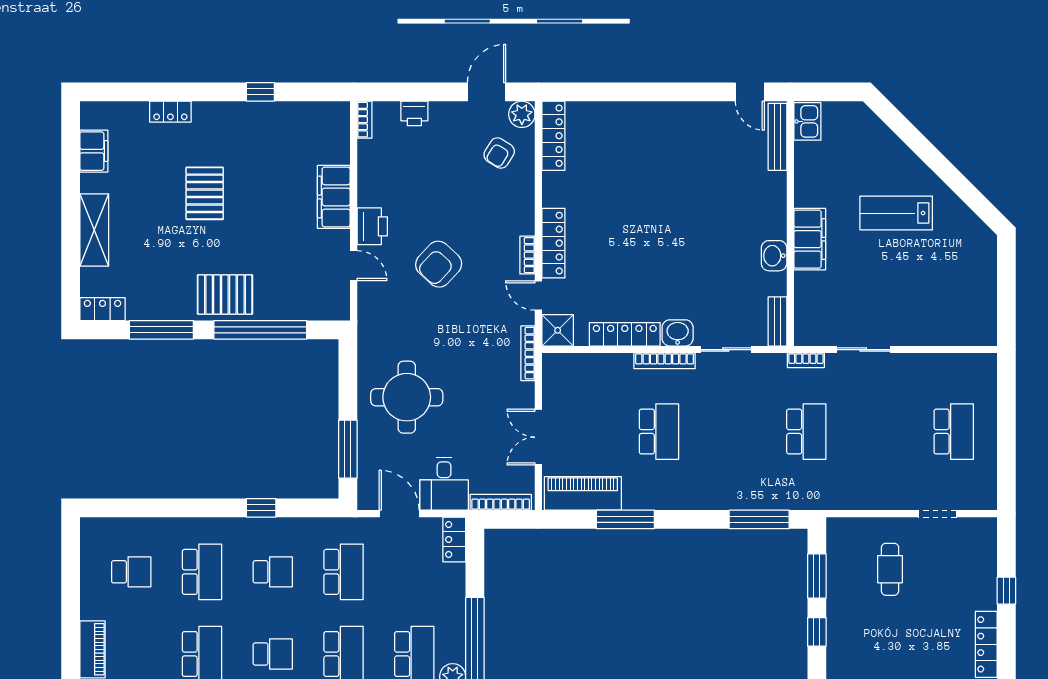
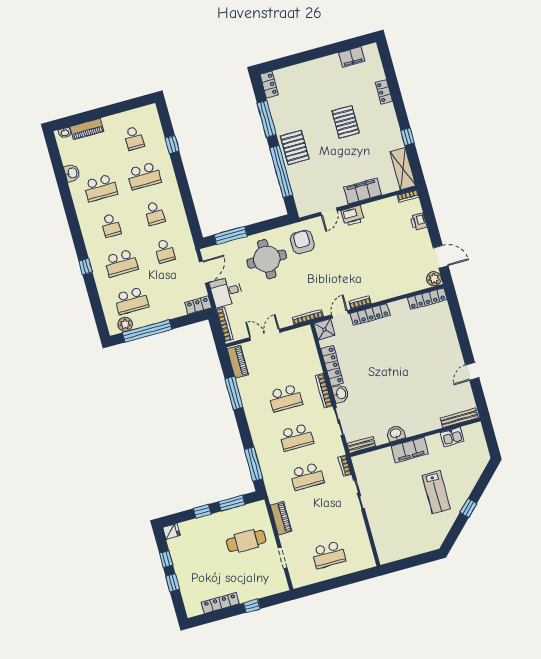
door: (750, 92) -> (472, 371), moved
kitchen sink: (807, 121) -> (452, 437), moved
armchair: (499, 153) -> (410, 272), removed
window: (939, 164) -> (468, 508), added
pallet: (205, 193) -> (346, 122), turned 90
lab bench: (896, 213) -> (436, 492), turned 180
shelving: (94, 230) -> (403, 169), moved, turned 90
armchair: (439, 264) -> (302, 242), moved, turned 47
school desk: (733, 432) -> (296, 437), added
piano: (583, 493) -> (238, 362), width x0.73, depth x0.75
piano: (867, 497) -> (281, 518), added
window: (261, 508) -> (172, 144), moved
cafe table: (890, 569) -> (246, 541), width x1.37, depth x1.35
school desk: (343, 572) -> (165, 251), width x0.54

